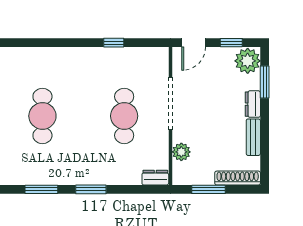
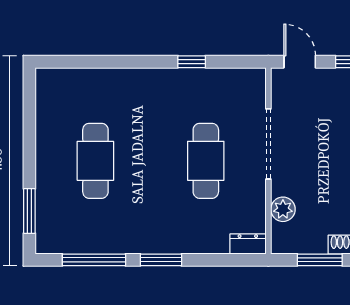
door: (194, 43) -> (300, 62), swing flipped
window: (41, 189) -> (94, 260), width x1.44

